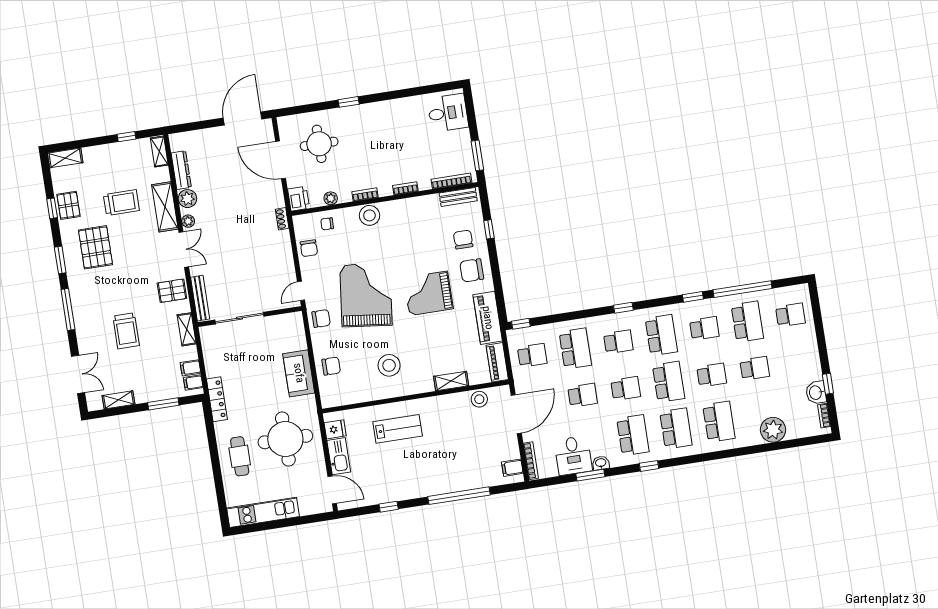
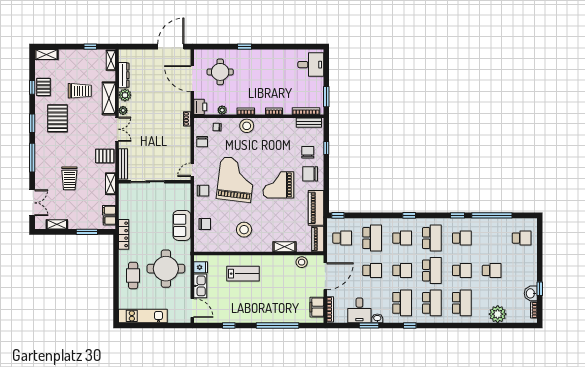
school desk: (747, 322) -> (492, 238), removed
filing cabinet: (512, 468) -> (317, 307), width x2.00

